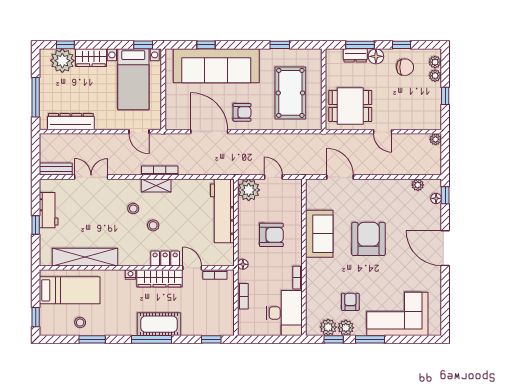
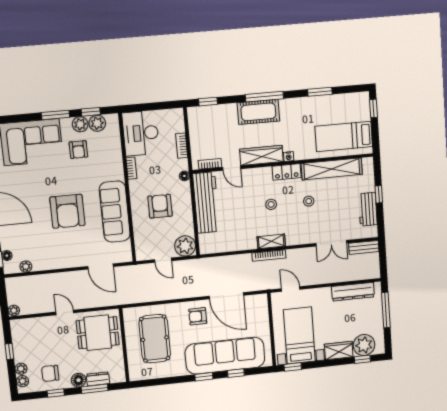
window: (280, 45) -> (204, 377), moved
stool: (133, 209) -> (309, 201), moved
workbench: (222, 211) -> (206, 203), moved
sofa: (319, 234) -> (115, 212), width x1.36
armchair: (271, 235) -> (160, 206), turned 90
locker: (165, 258) -> (287, 172), moved
stool: (80, 323) -> (332, 107), removed

